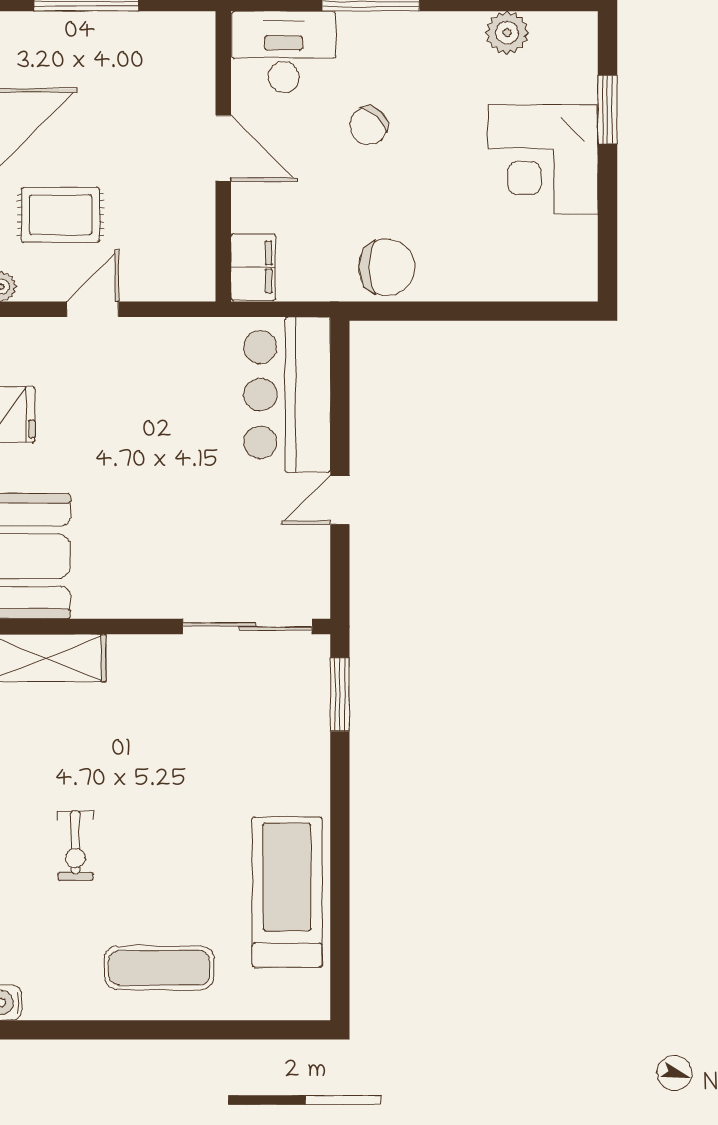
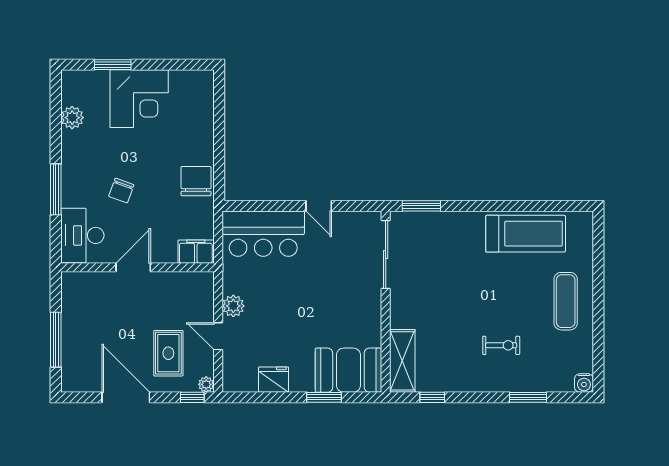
chair: (369, 126) -> (121, 191), turned 68
plant: (150, 338) -> (233, 306), added
treadmill: (287, 892) -> (526, 234), turned 180

